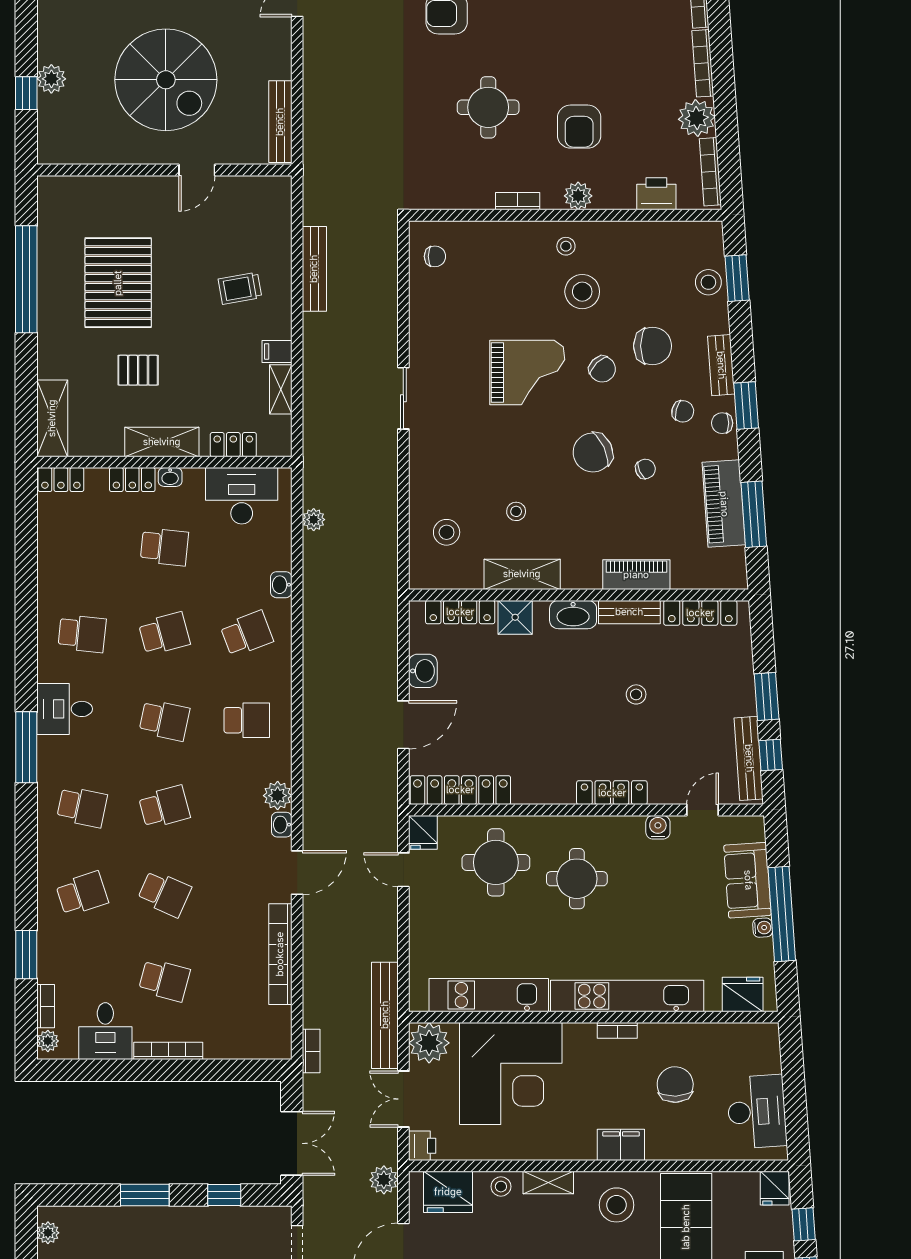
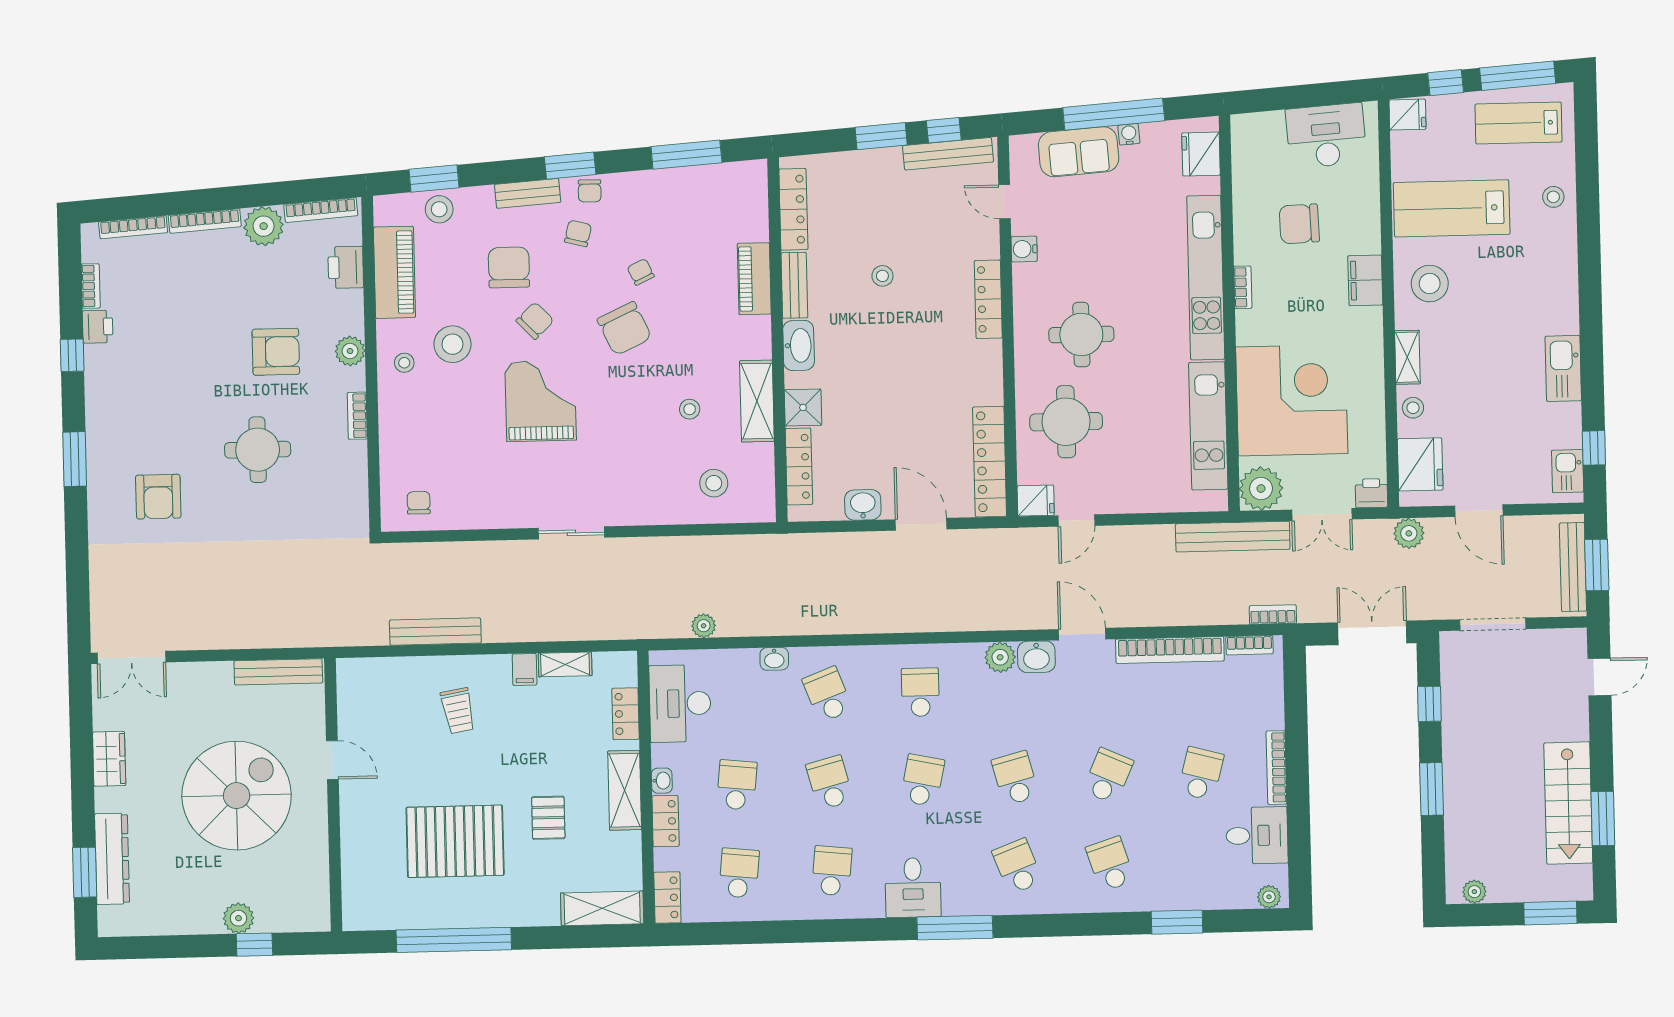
piano: (724, 504) -> (394, 272), moved, turned -86
school desk: (82, 547) -> (739, 873), added
school desk: (82, 807) -> (1017, 866), turned -33
washbasin: (282, 825) -> (1036, 657), width x1.38, depth x1.45
bookcase: (46, 1006) -> (1250, 645), moved, turned 180

